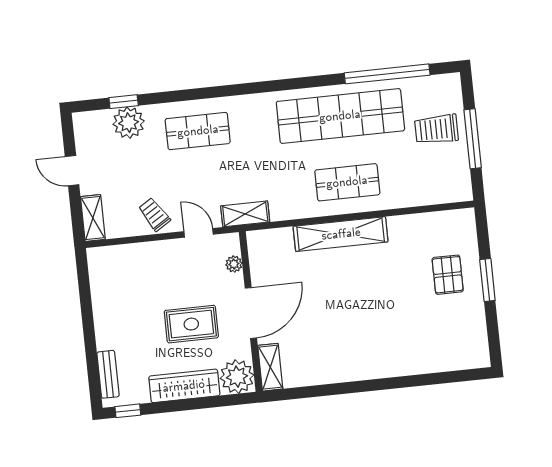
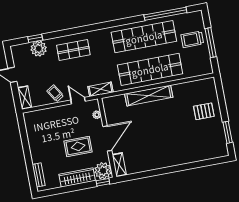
shop shelf: (347, 182) -> (150, 69), width x2.00, depth x1.36
pallet: (448, 275) -> (204, 111), turned 90
window: (487, 280) -> (228, 132), moved
window: (128, 411) -> (103, 182), moved

